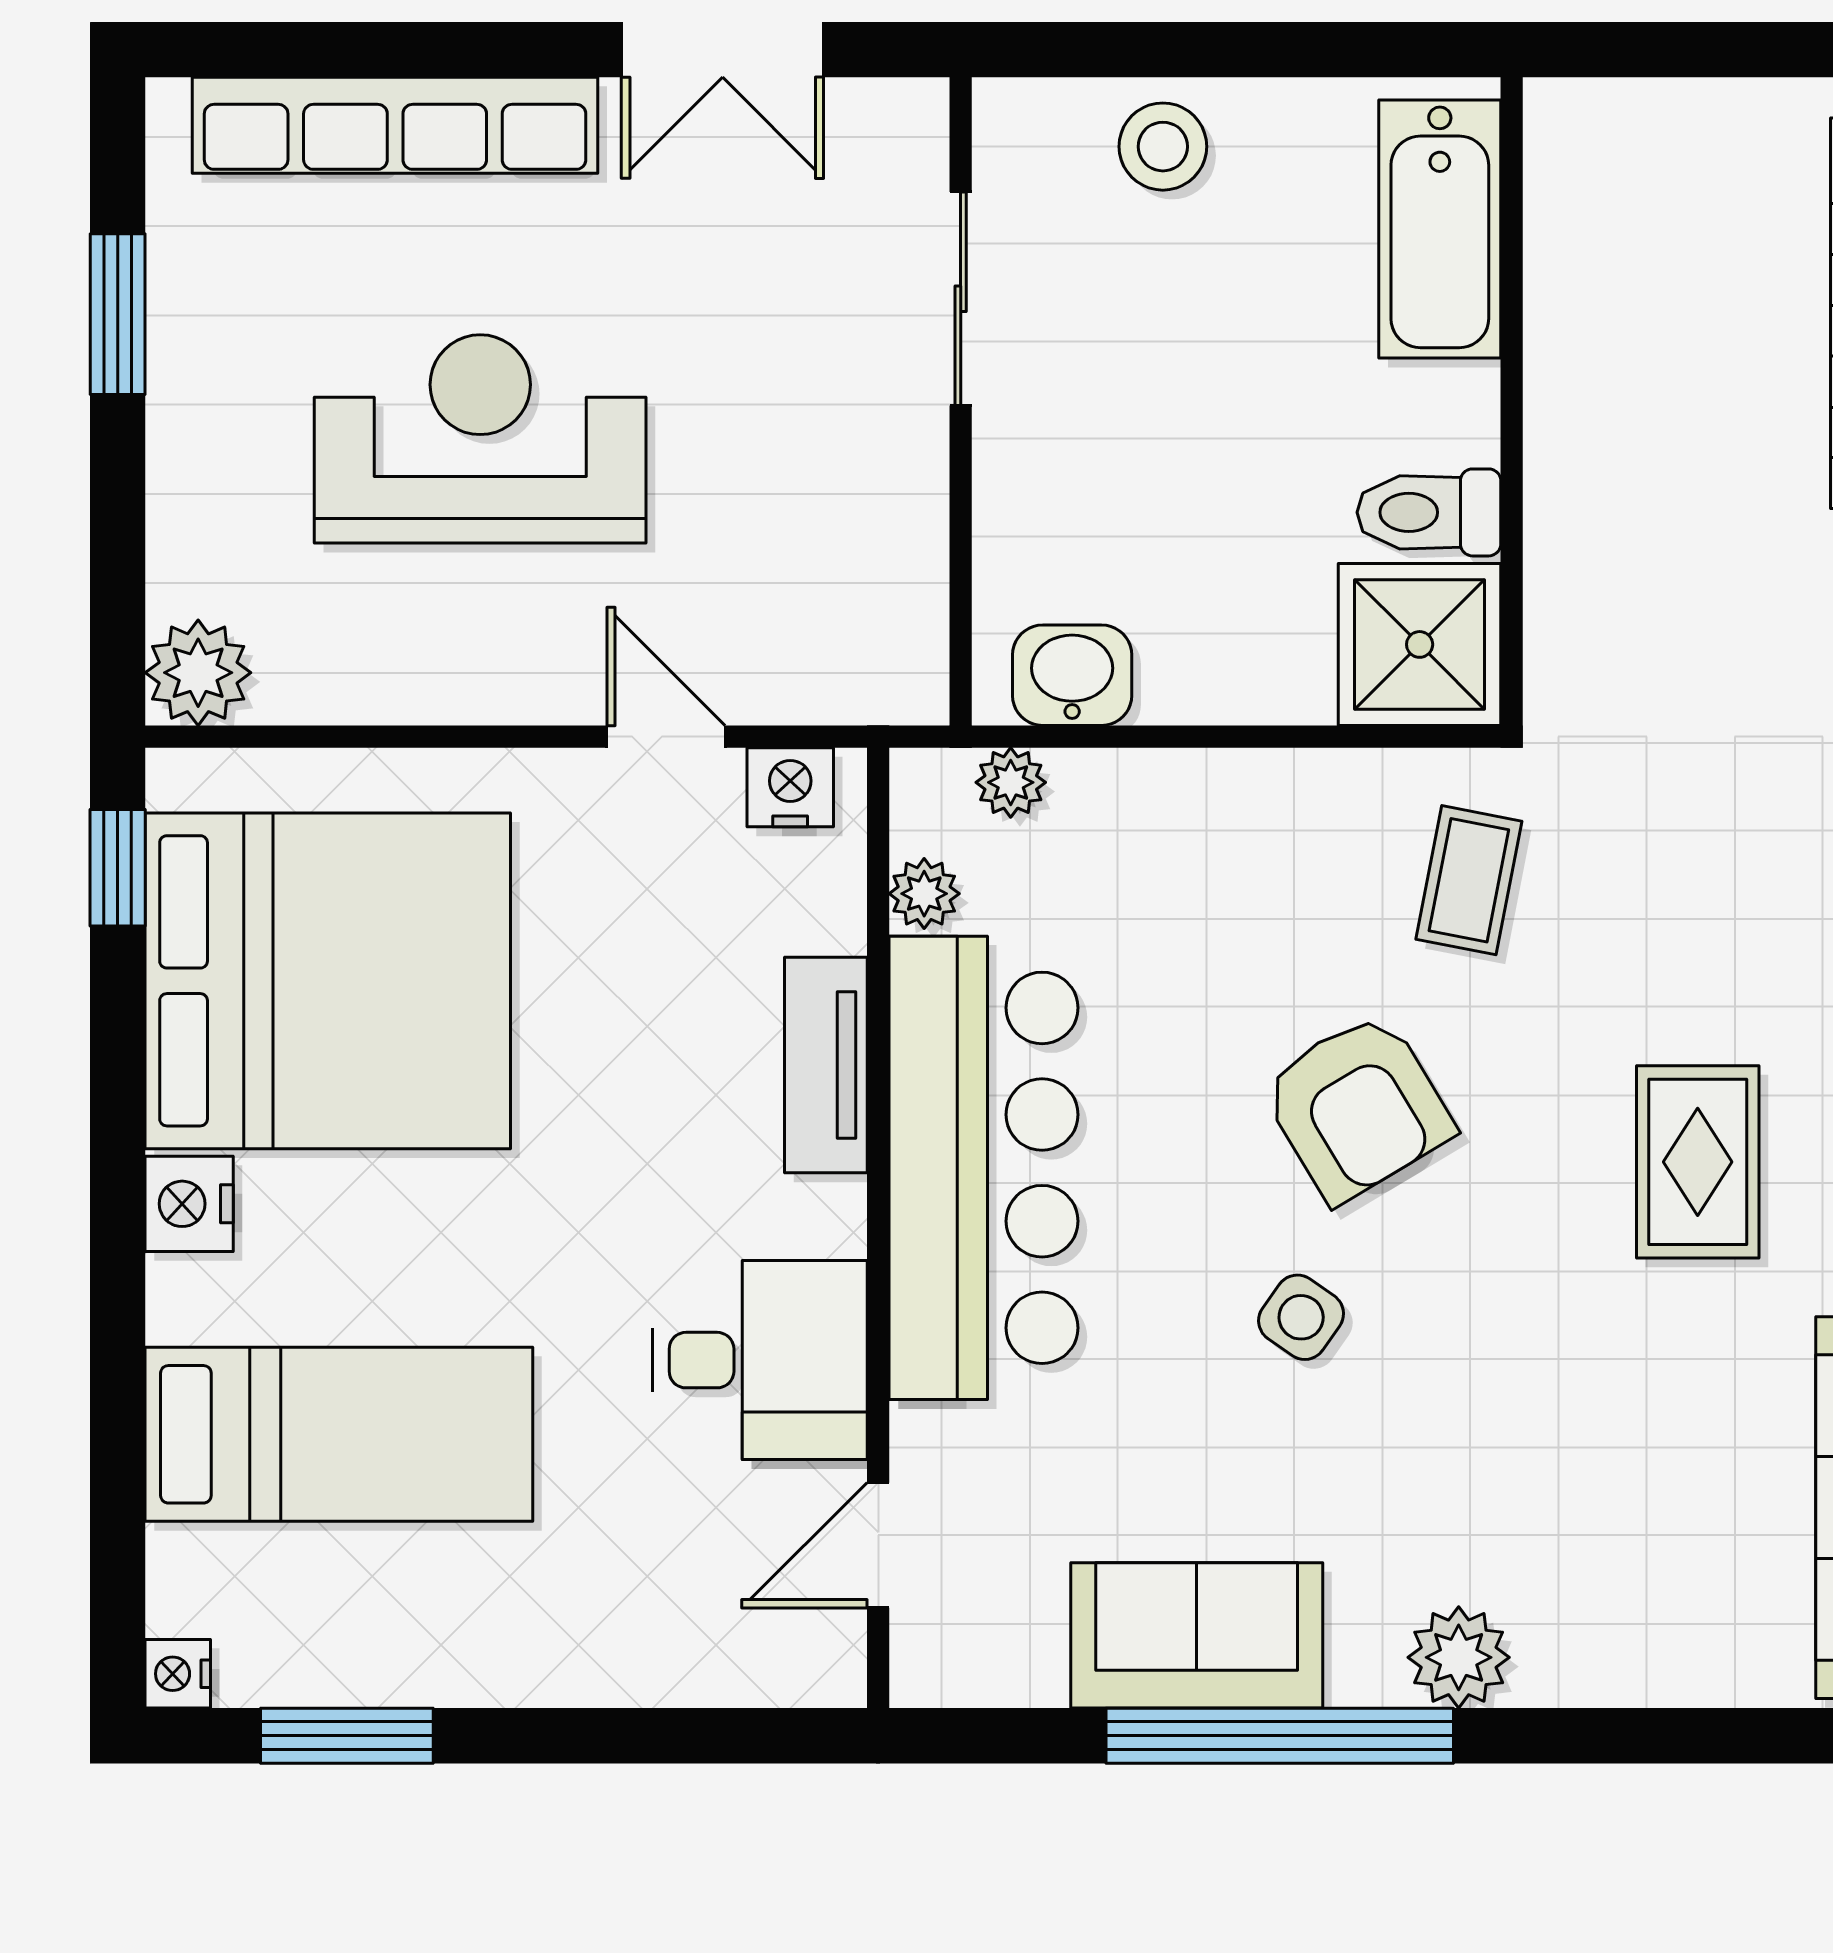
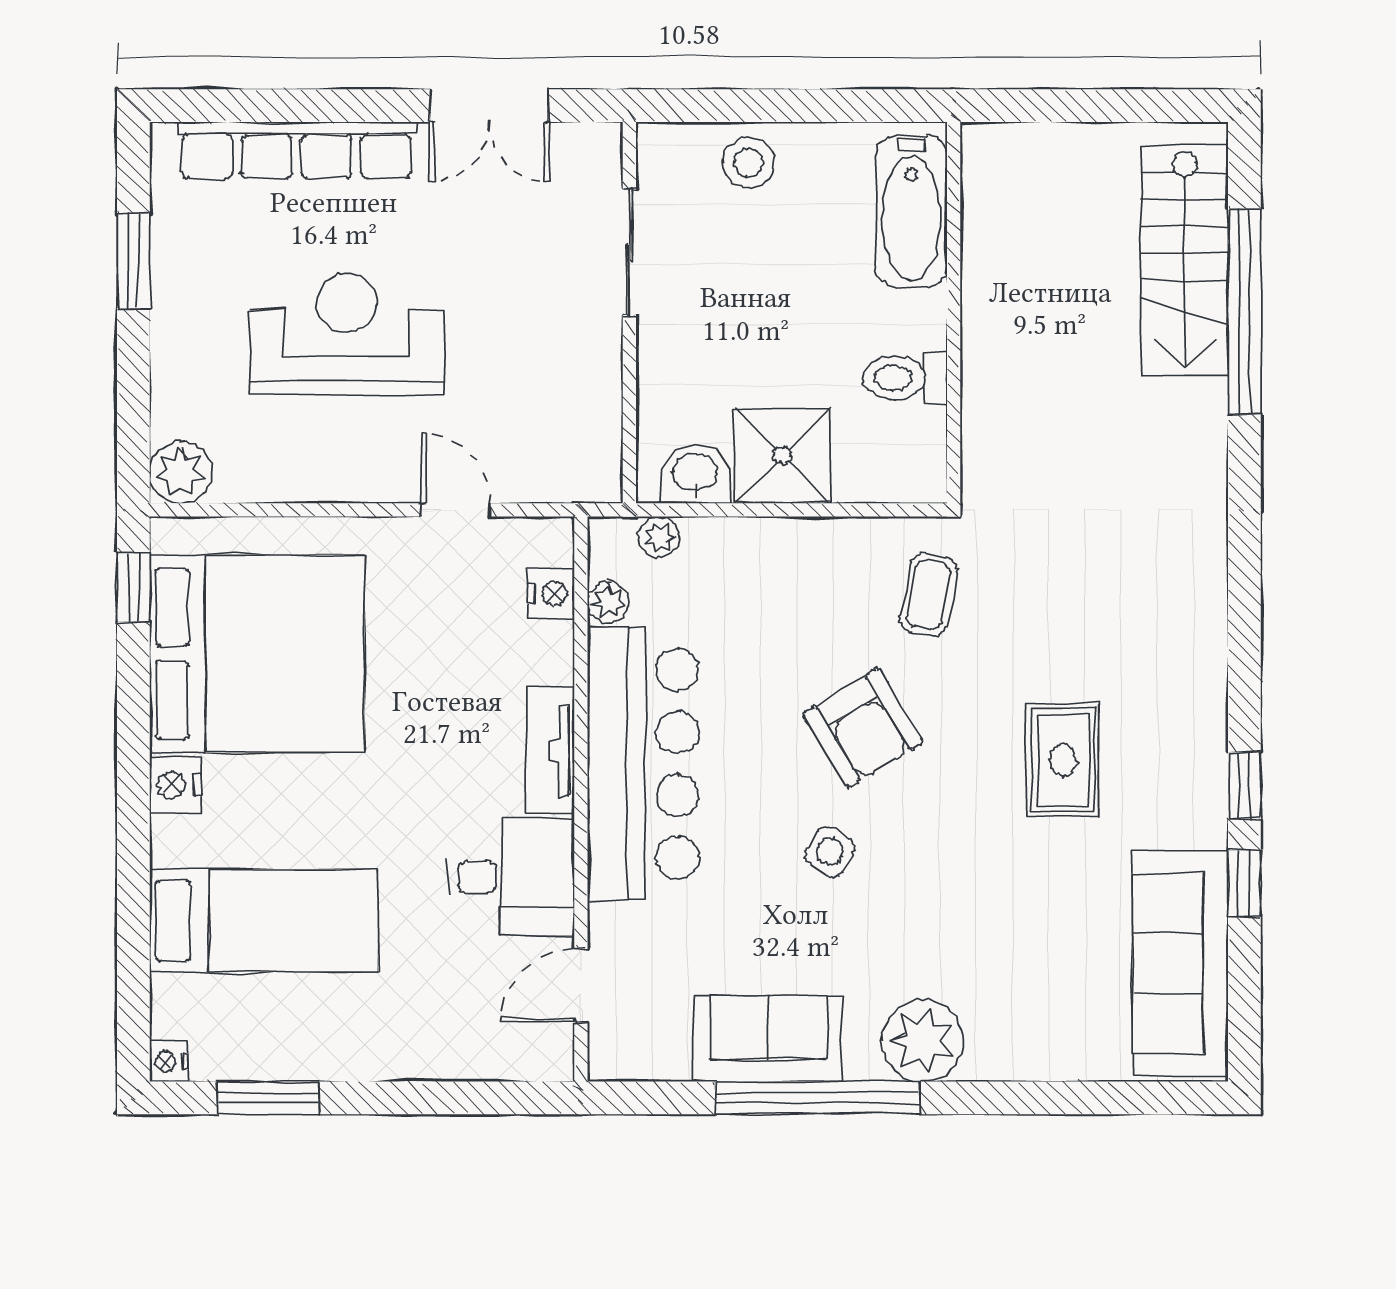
shower: (1420, 644) -> (782, 456), moved
nightstand: (790, 787) -> (551, 594), moved, turned 90
tv unit: (826, 1065) -> (550, 750), moved
plant: (1459, 1657) -> (922, 1041), width x1.36, depth x1.36

